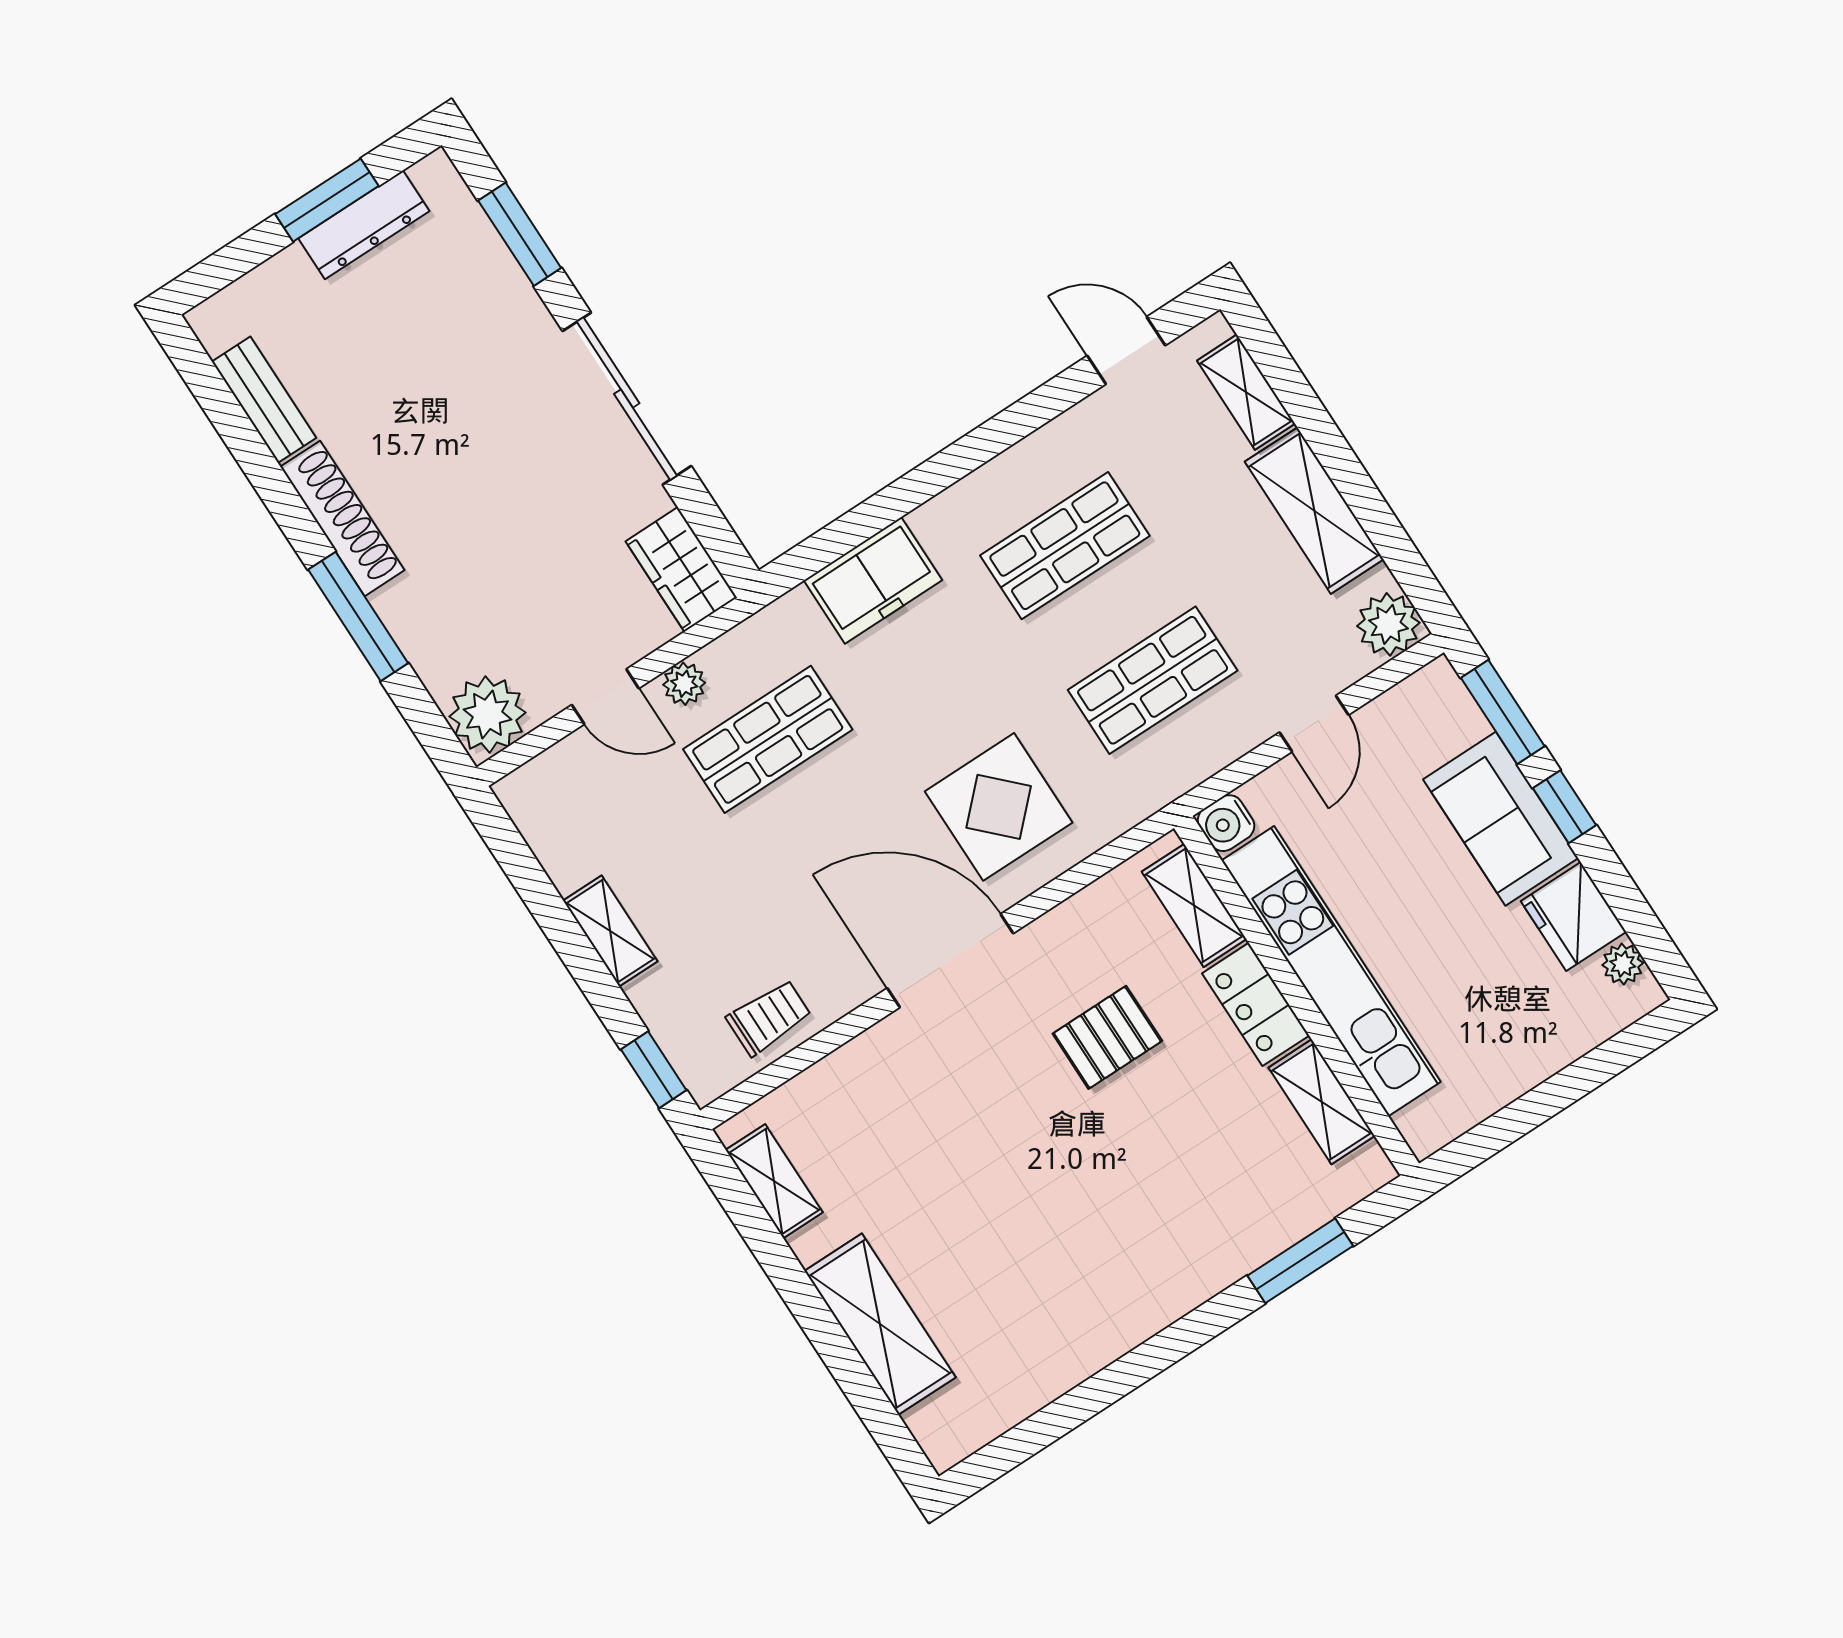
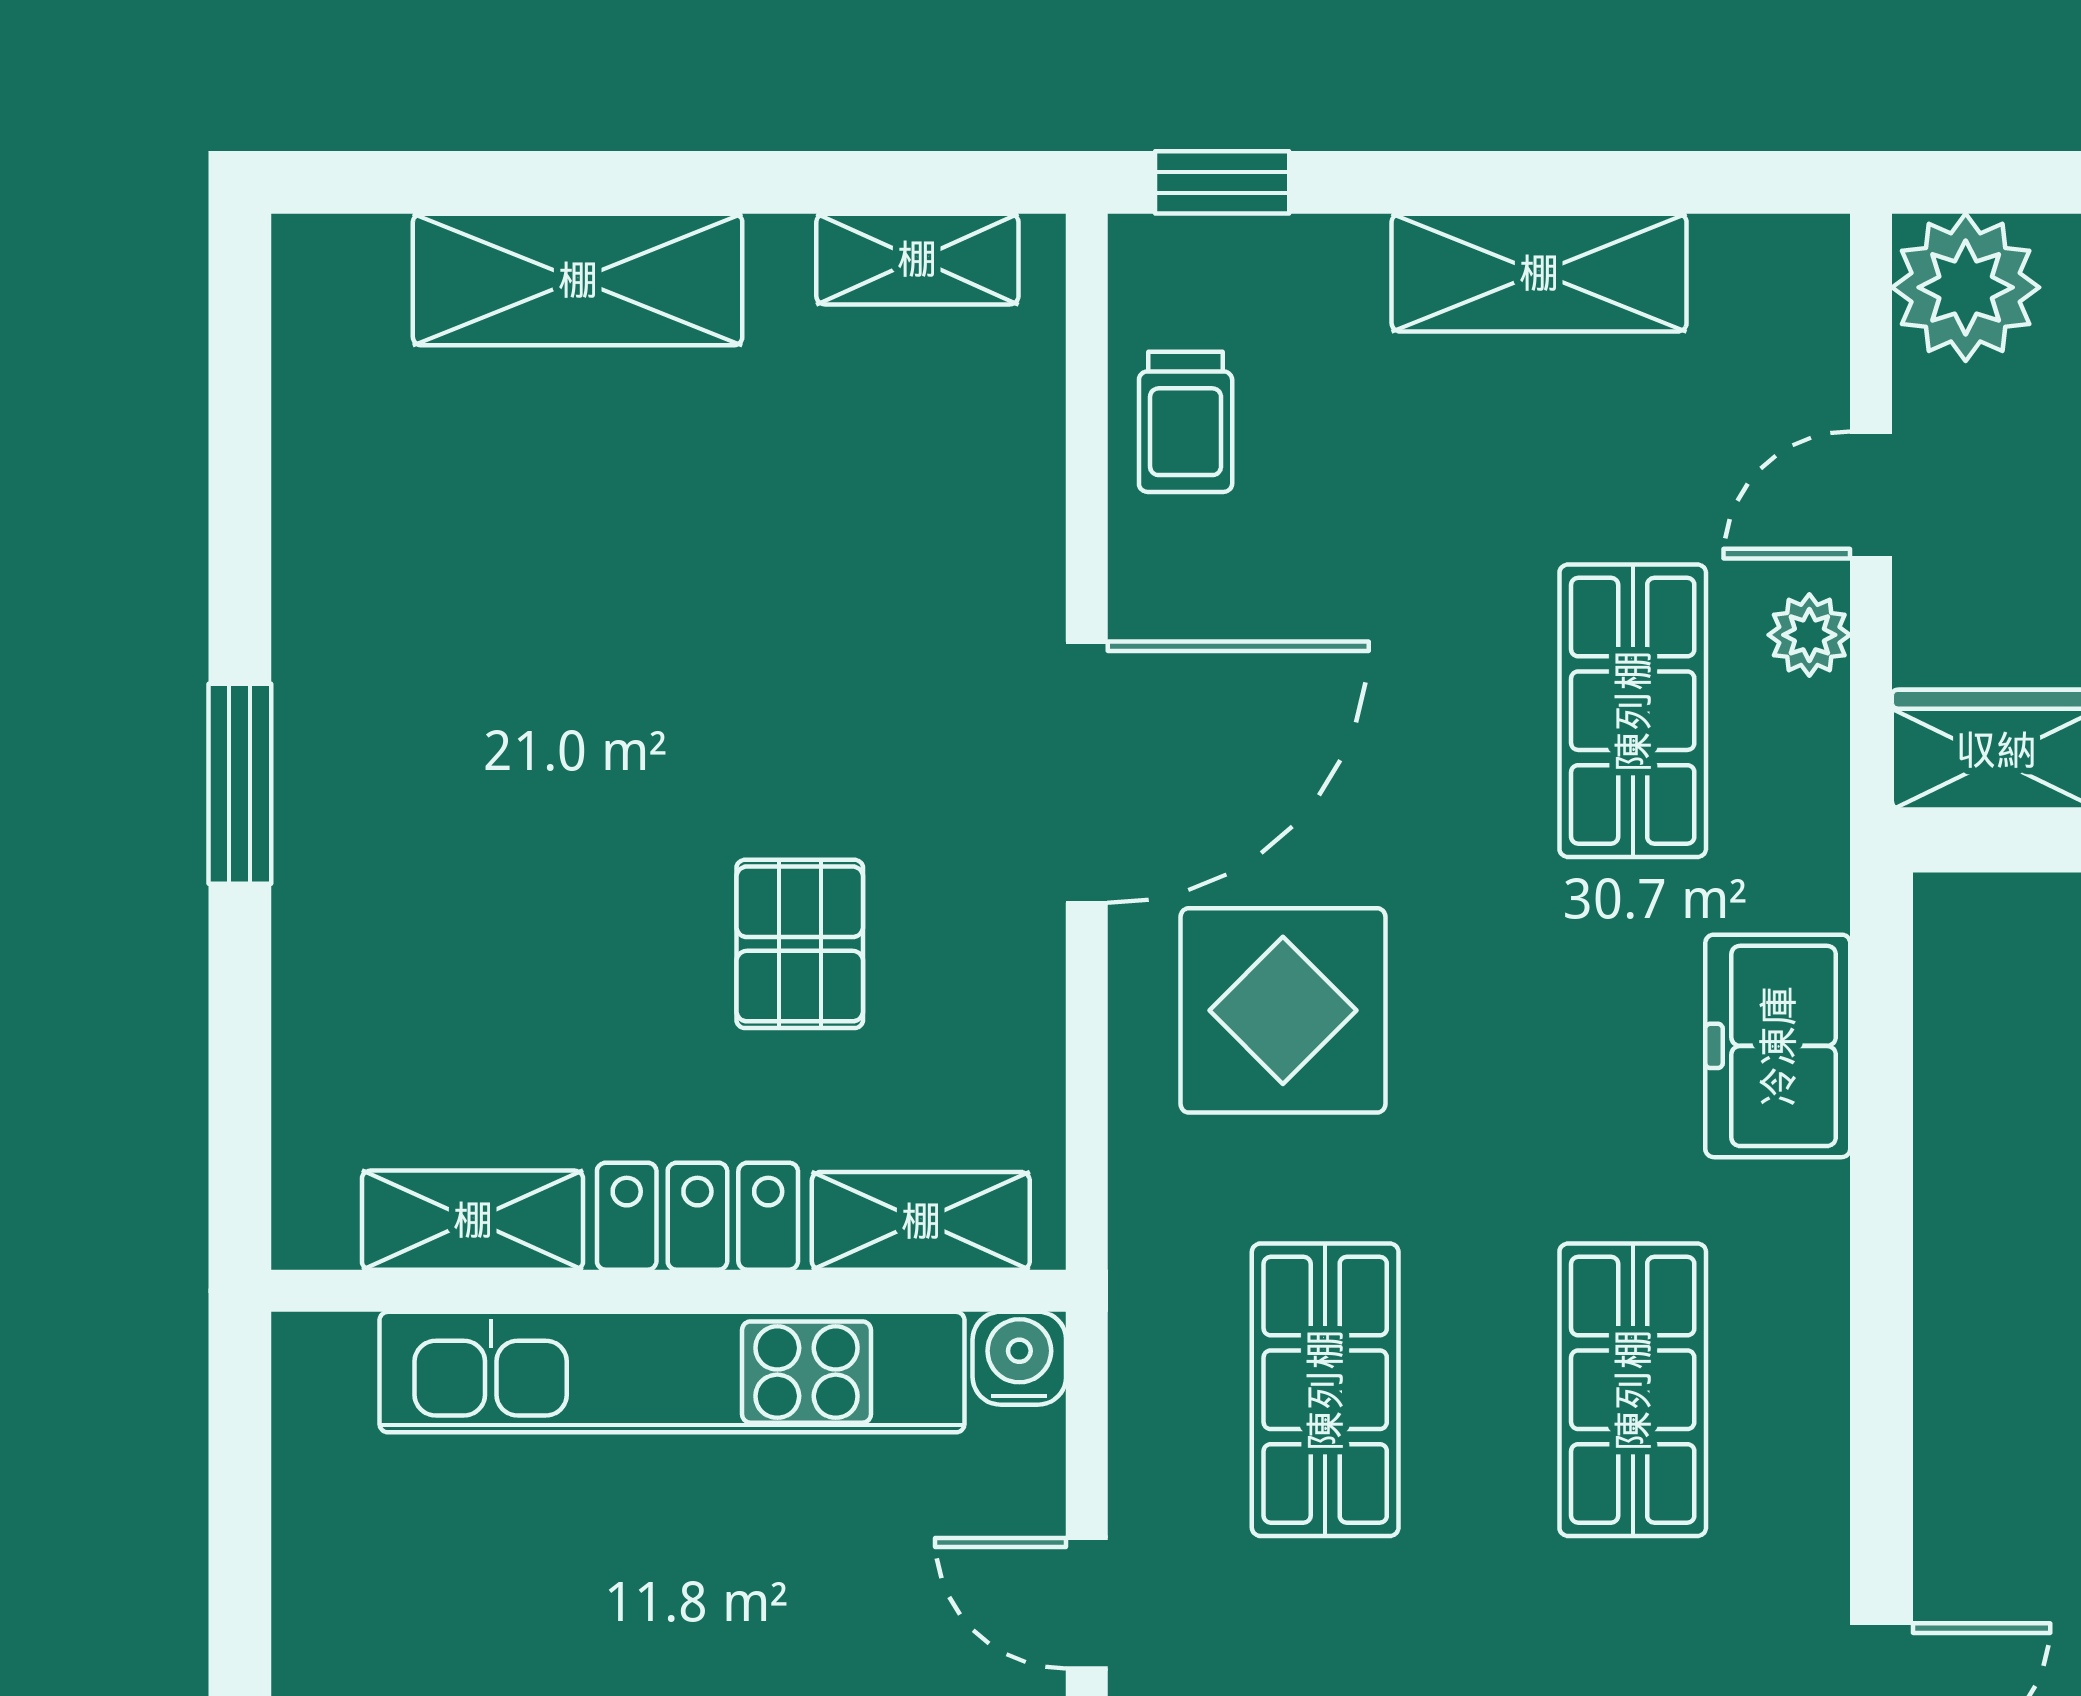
shelving: (610, 931) -> (1539, 273), width x1.50, depth x1.33
window: (1300, 1261) -> (240, 784), moved

